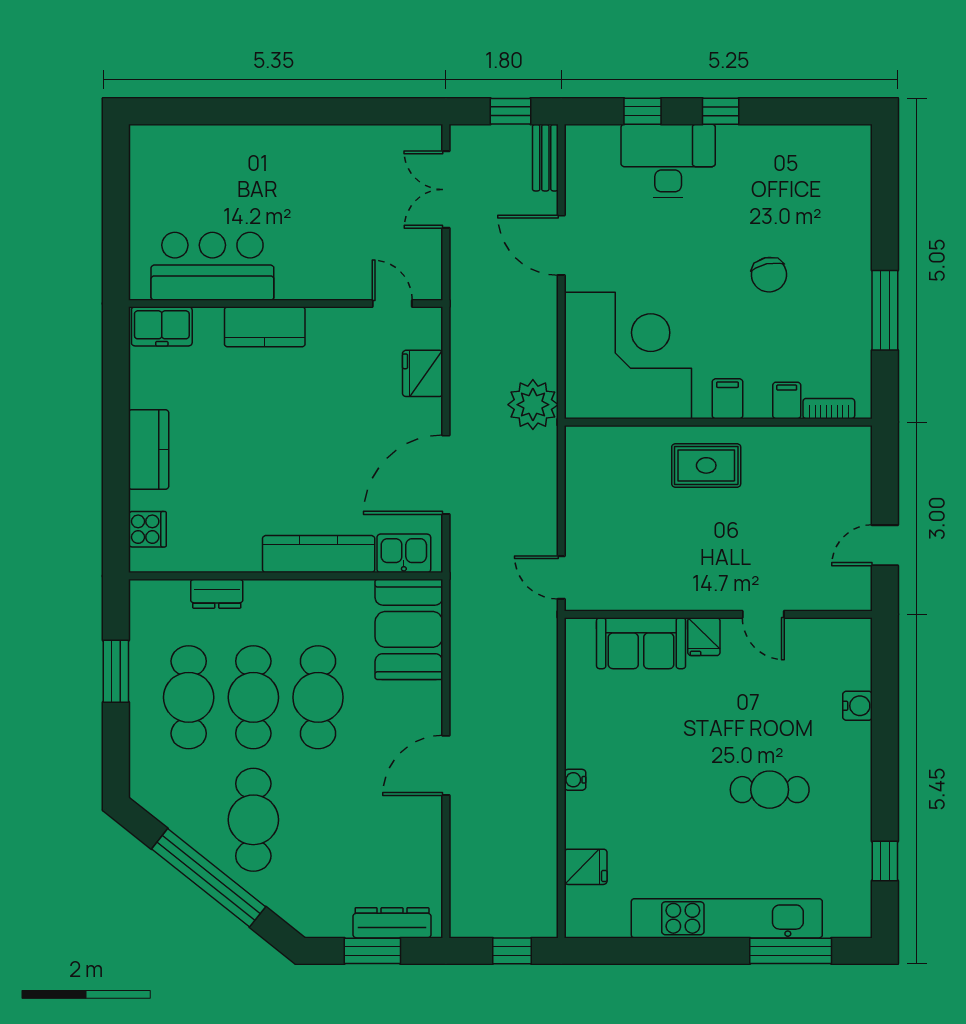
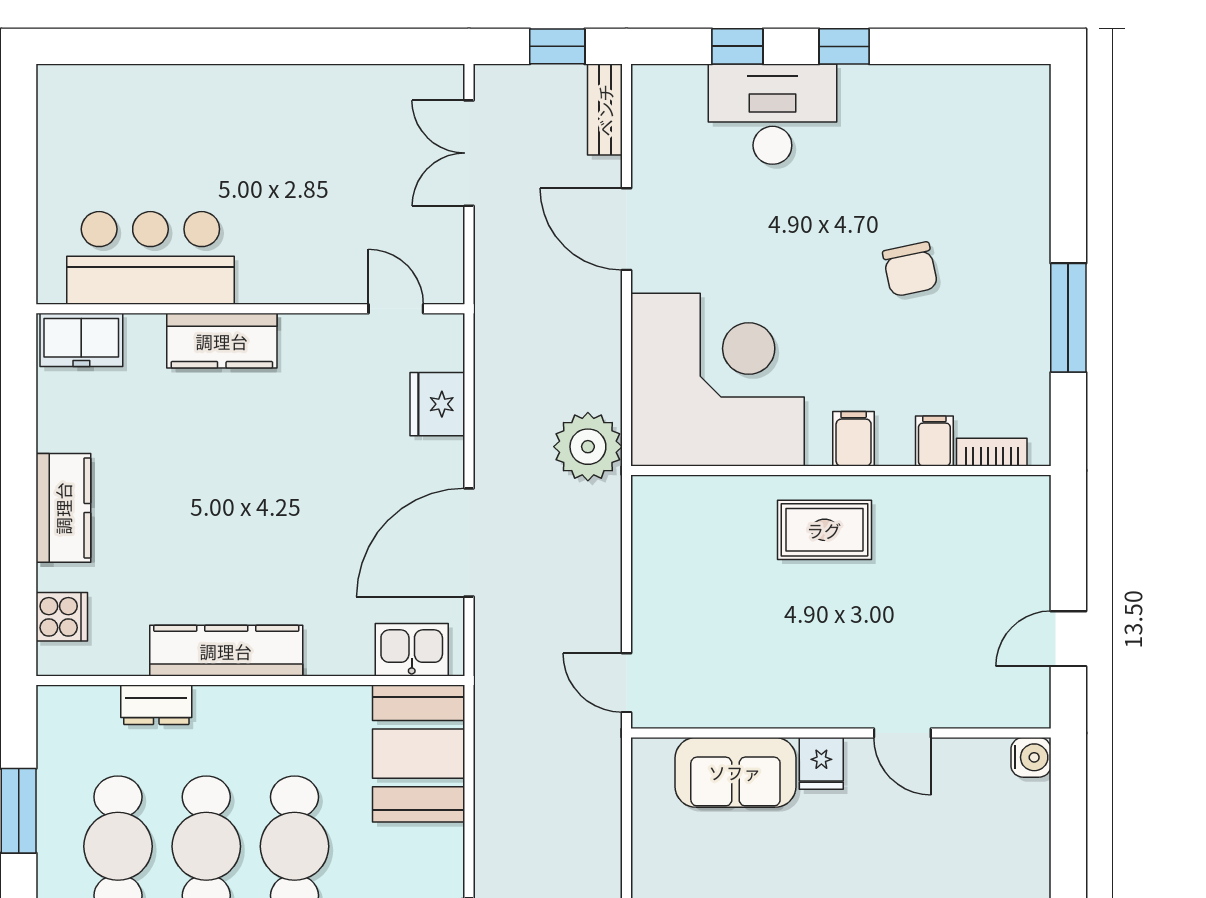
kitchen counter: (319, 554) -> (226, 651), moved
water cooler: (857, 706) -> (1031, 757), moved

